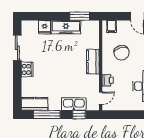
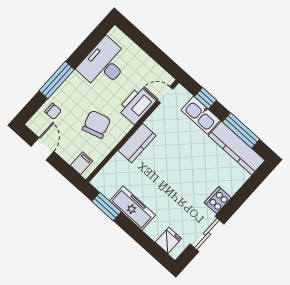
fridge: (45, 27) -> (168, 240), moved
printer: (108, 80) -> (137, 105), width x1.87, depth x1.48
kitchen counter: (35, 104) -> (237, 148), width x1.50

